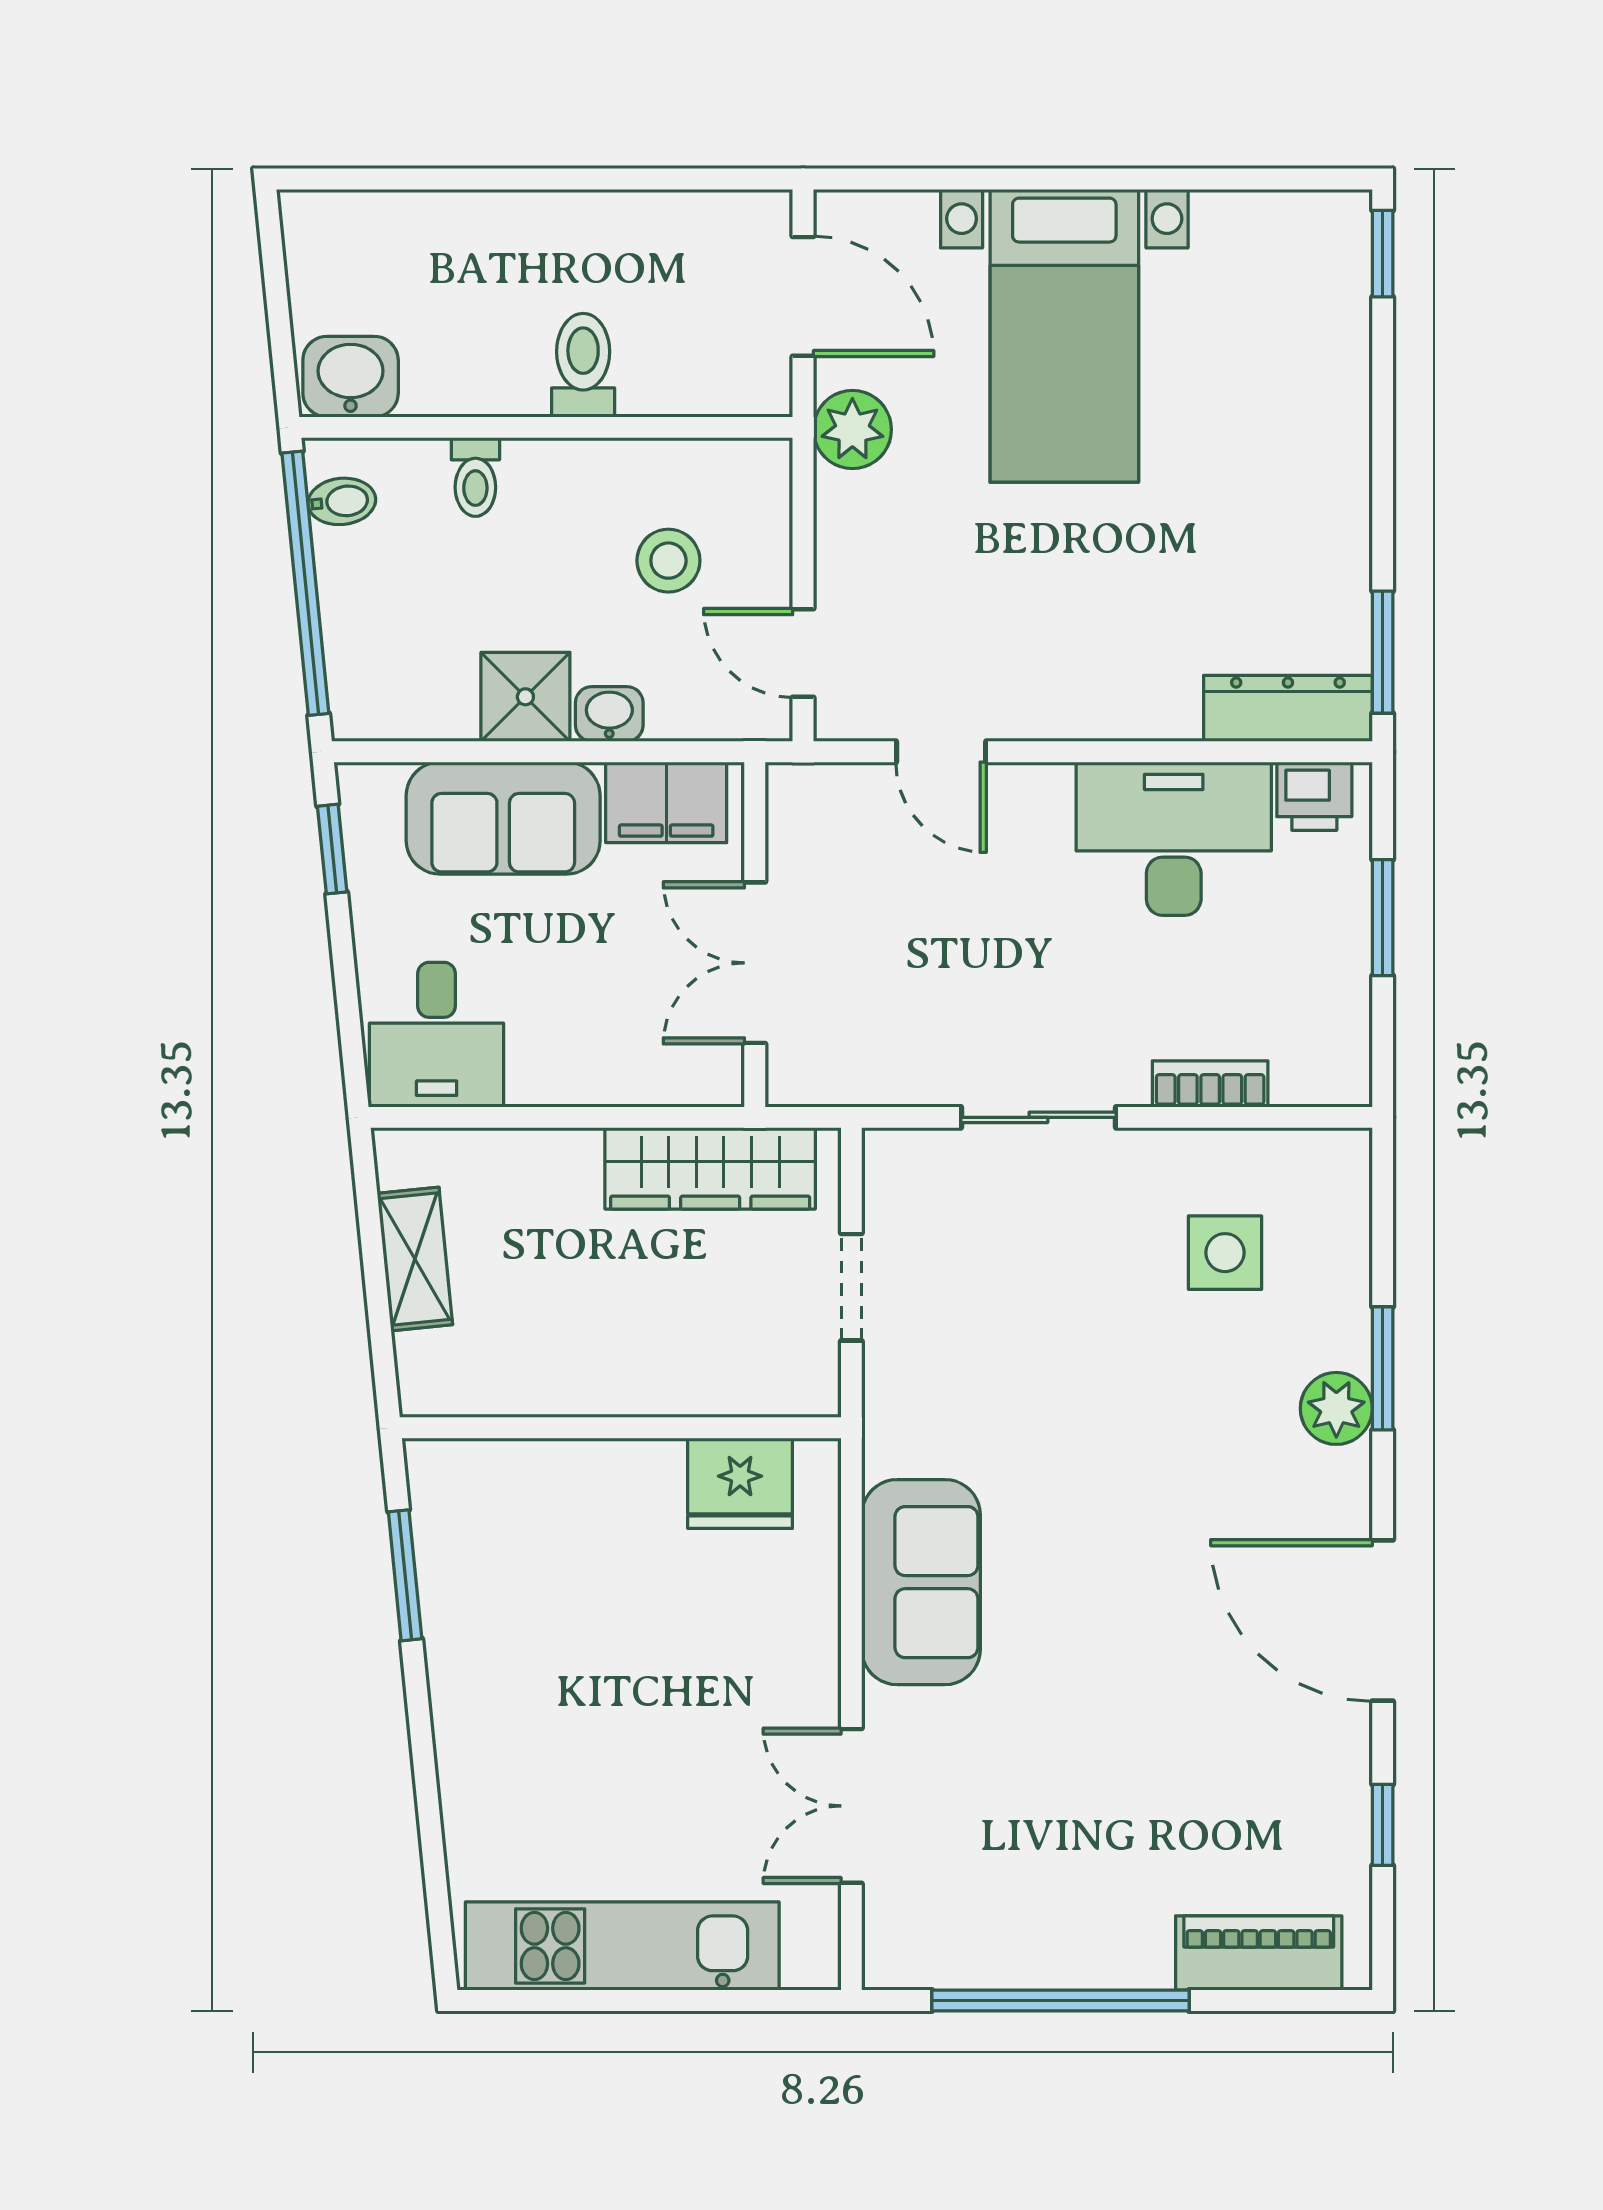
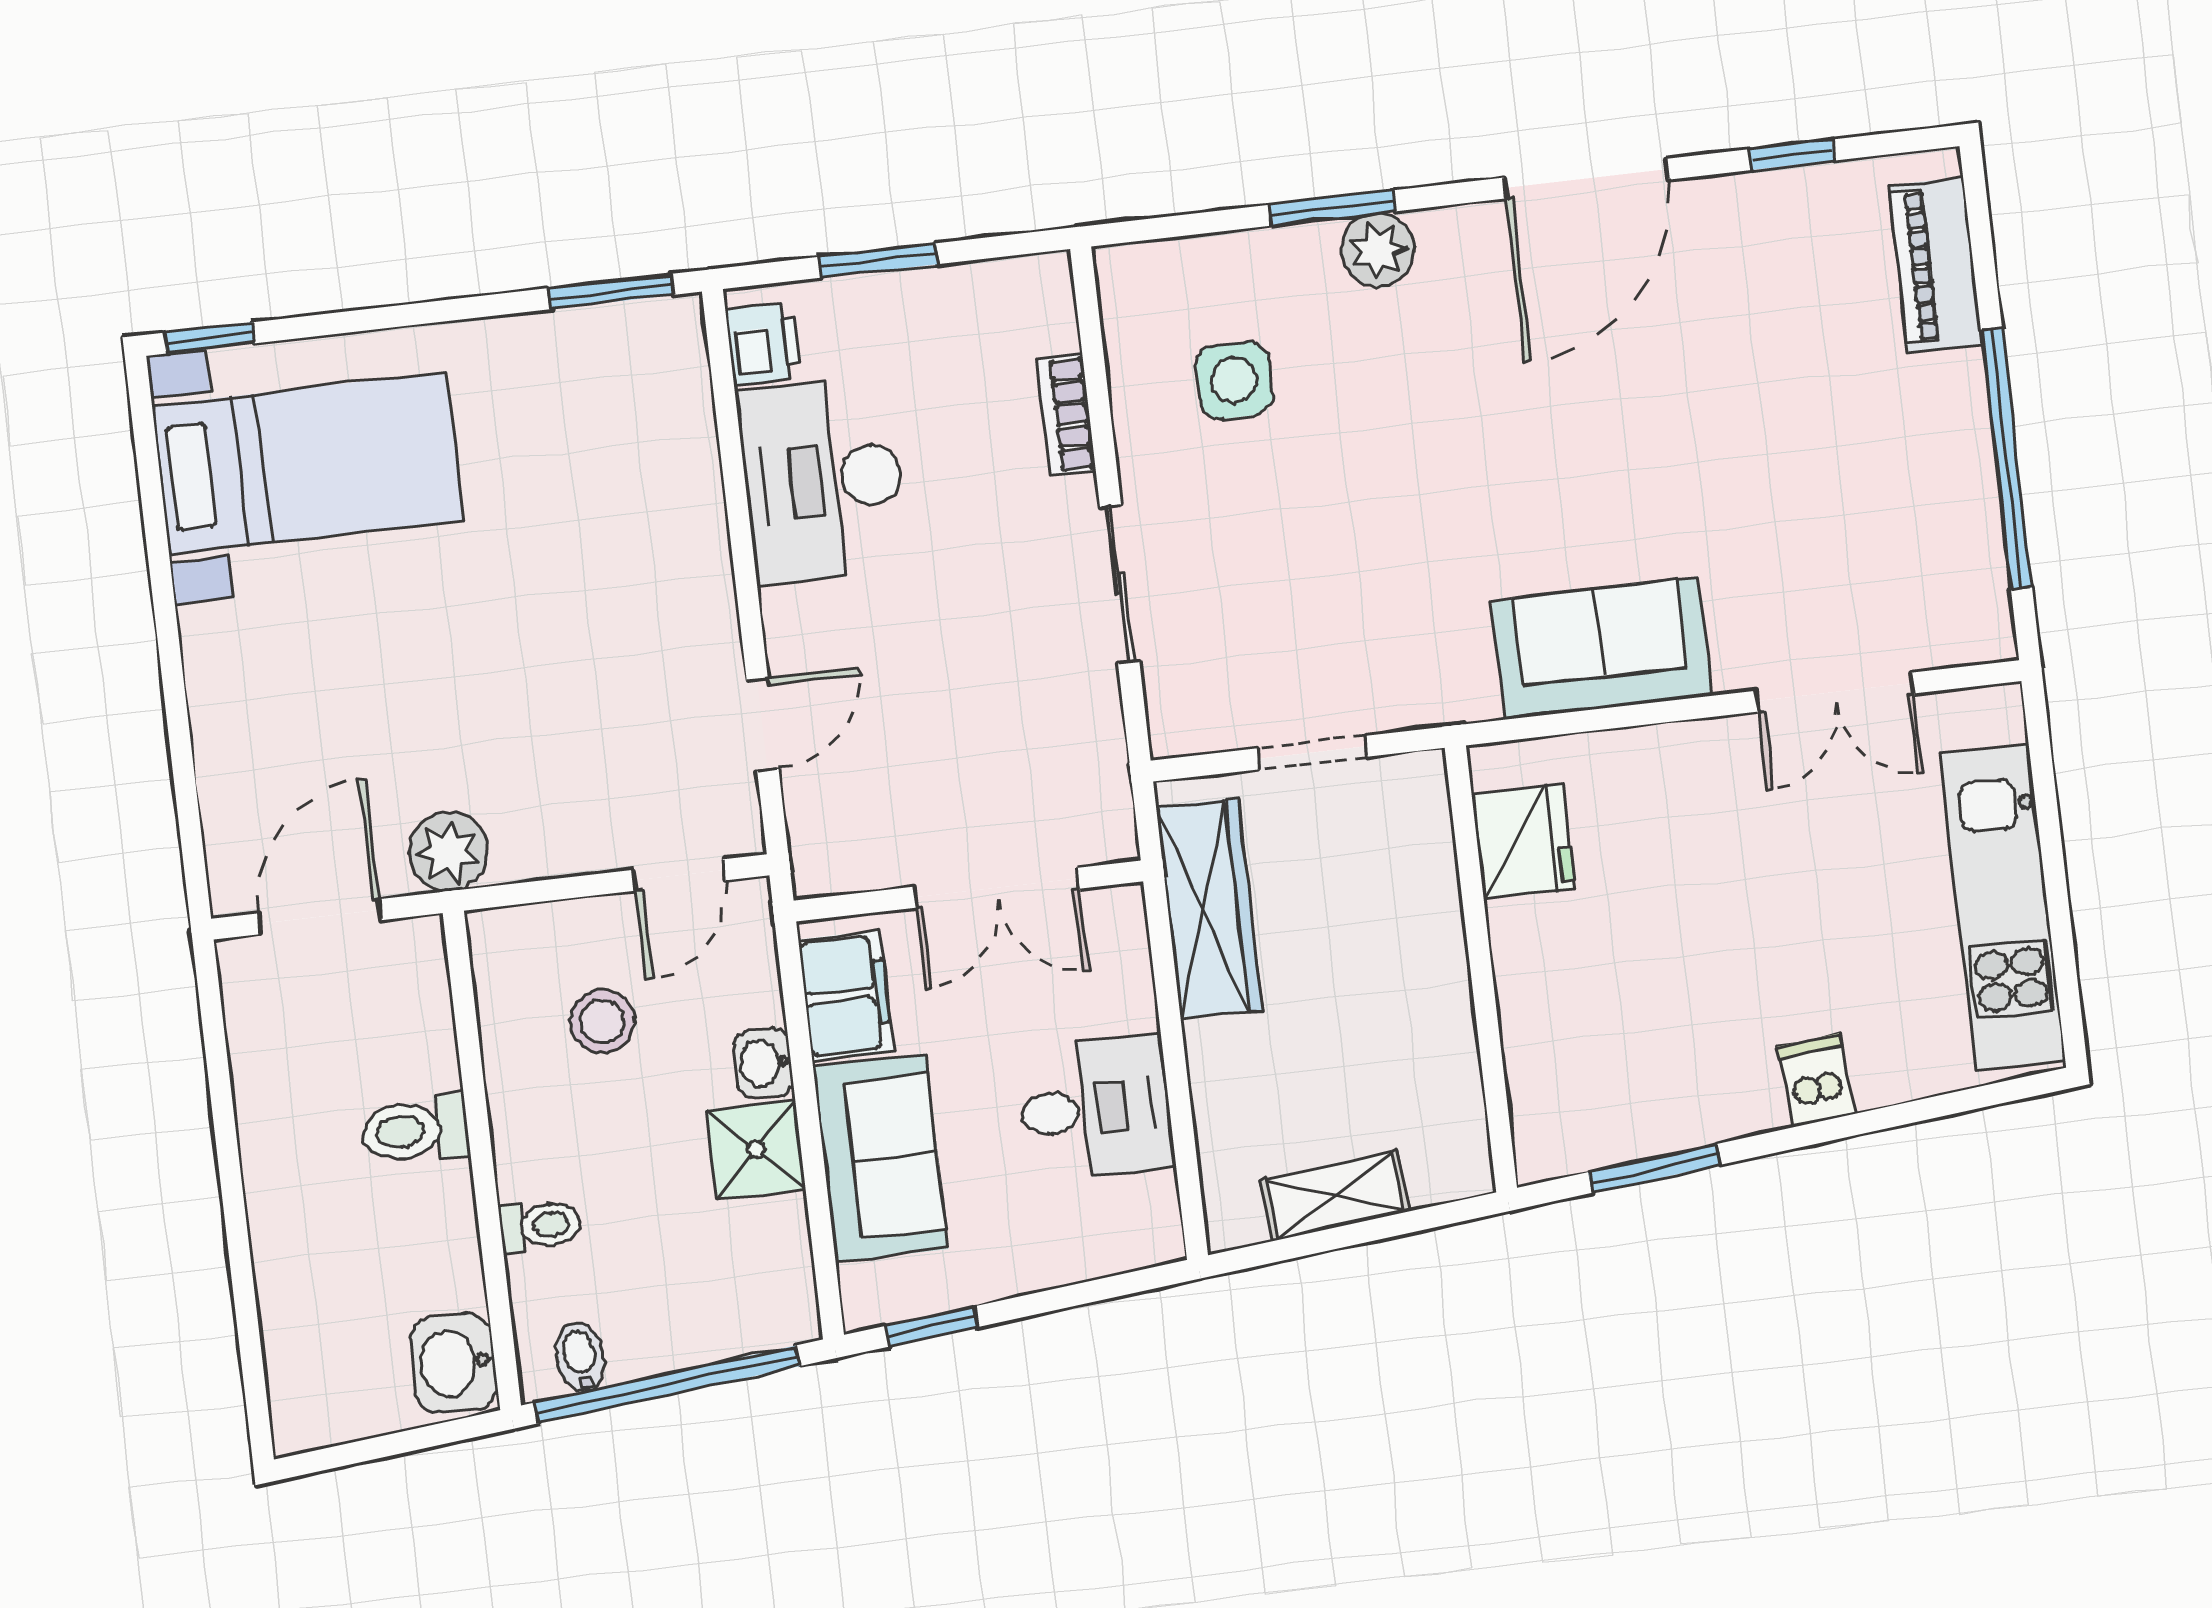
bed with nightstands: (1064, 336) -> (308, 463), moved
dresser: (1288, 708) -> (678, 380), removed
desk: (437, 1035) -> (1096, 1109), moved
dishwasher: (473, 1744) -> (1817, 1080), added

